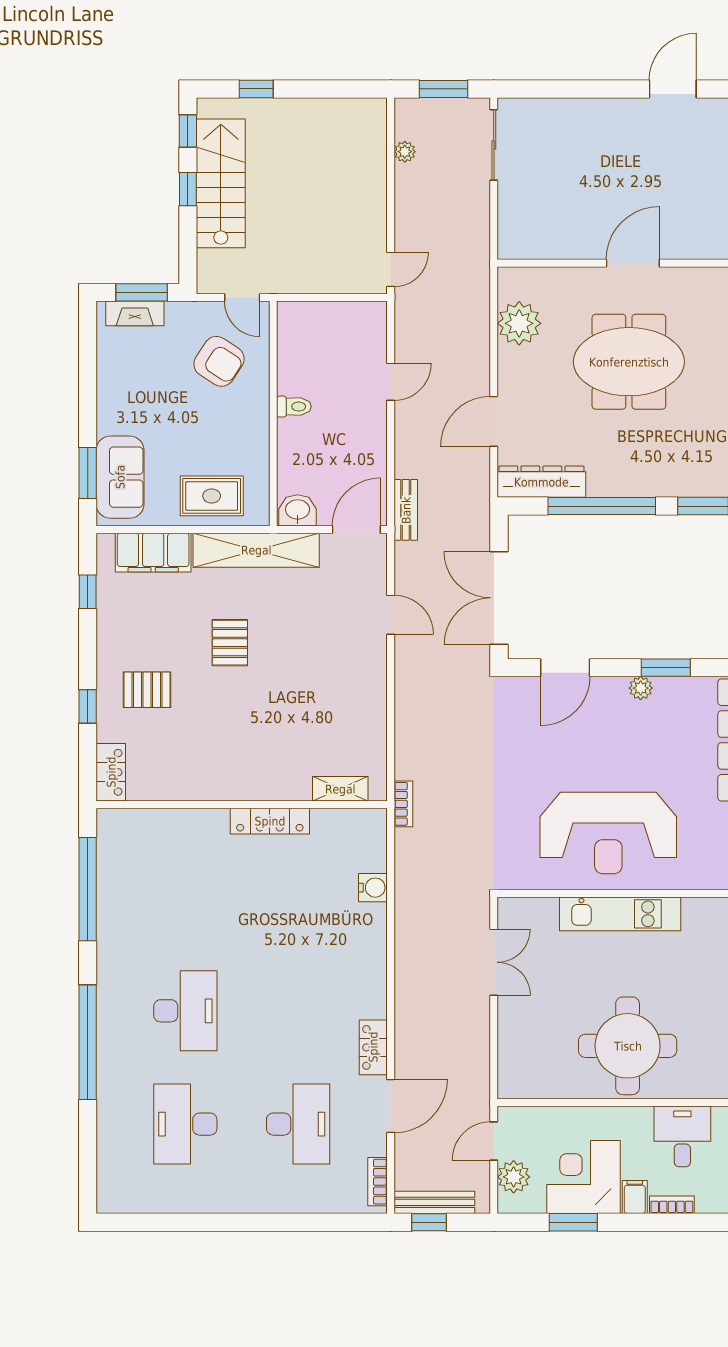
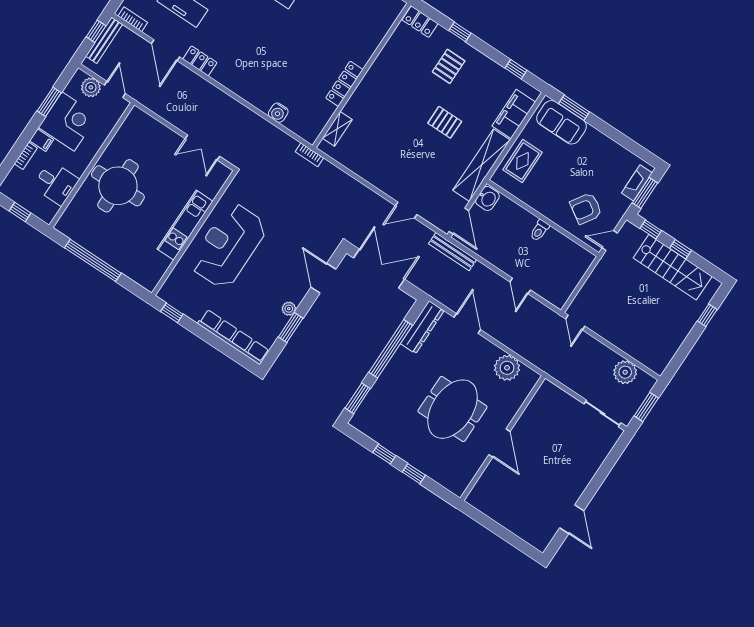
window: (188, 131) -> (651, 229), moved
plant: (405, 152) -> (625, 372), width x1.88, depth x1.88
bench: (406, 510) -> (453, 252), width x1.36

